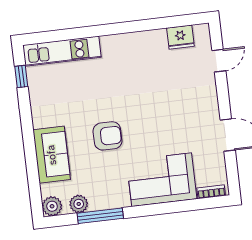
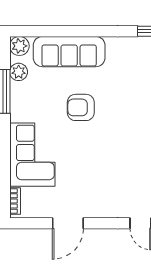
armchair: (107, 136) -> (81, 107), turned 90
sofa: (52, 155) -> (69, 52), width x1.36

